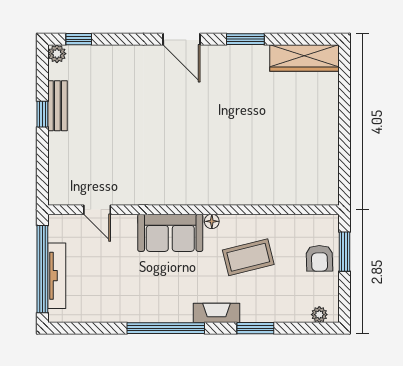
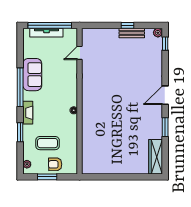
sofa: (170, 233) -> (32, 75), moved, turned 180
window: (344, 252) -> (47, 177), moved
coffee table: (248, 257) -> (48, 143), moved, turned -76

